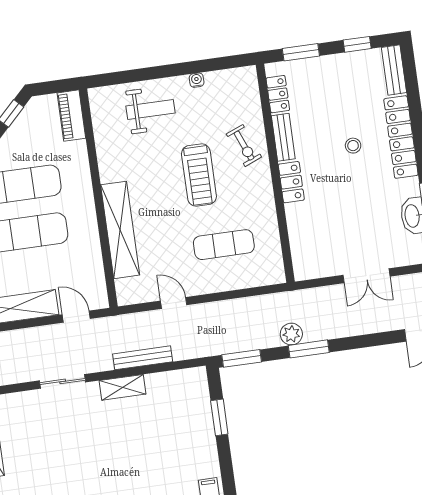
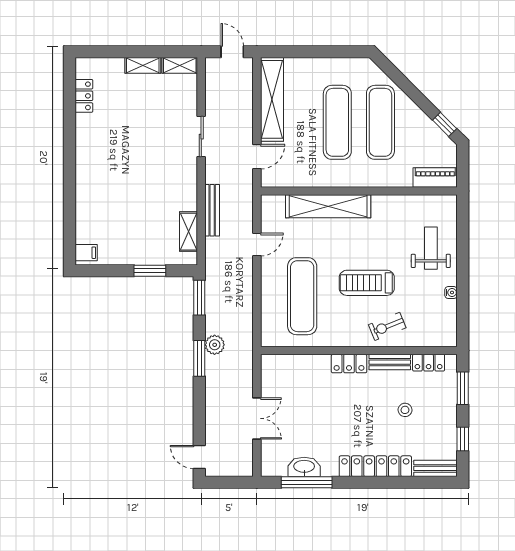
weight bench: (150, 110) -> (431, 248), turned 180
stool: (353, 146) -> (405, 410), moved
exercise mat: (224, 245) -> (302, 296), width x1.36, depth x1.45
double door: (366, 276) -> (257, 418), swing flipped
shelving: (123, 387) -> (189, 232), moved

